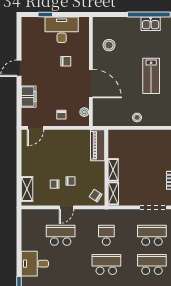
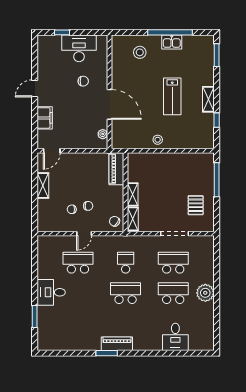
stool: (109, 45) -> (140, 52), moved
chair: (61, 115) -> (79, 137), removed
shelving: (27, 189) -> (43, 185), moved

